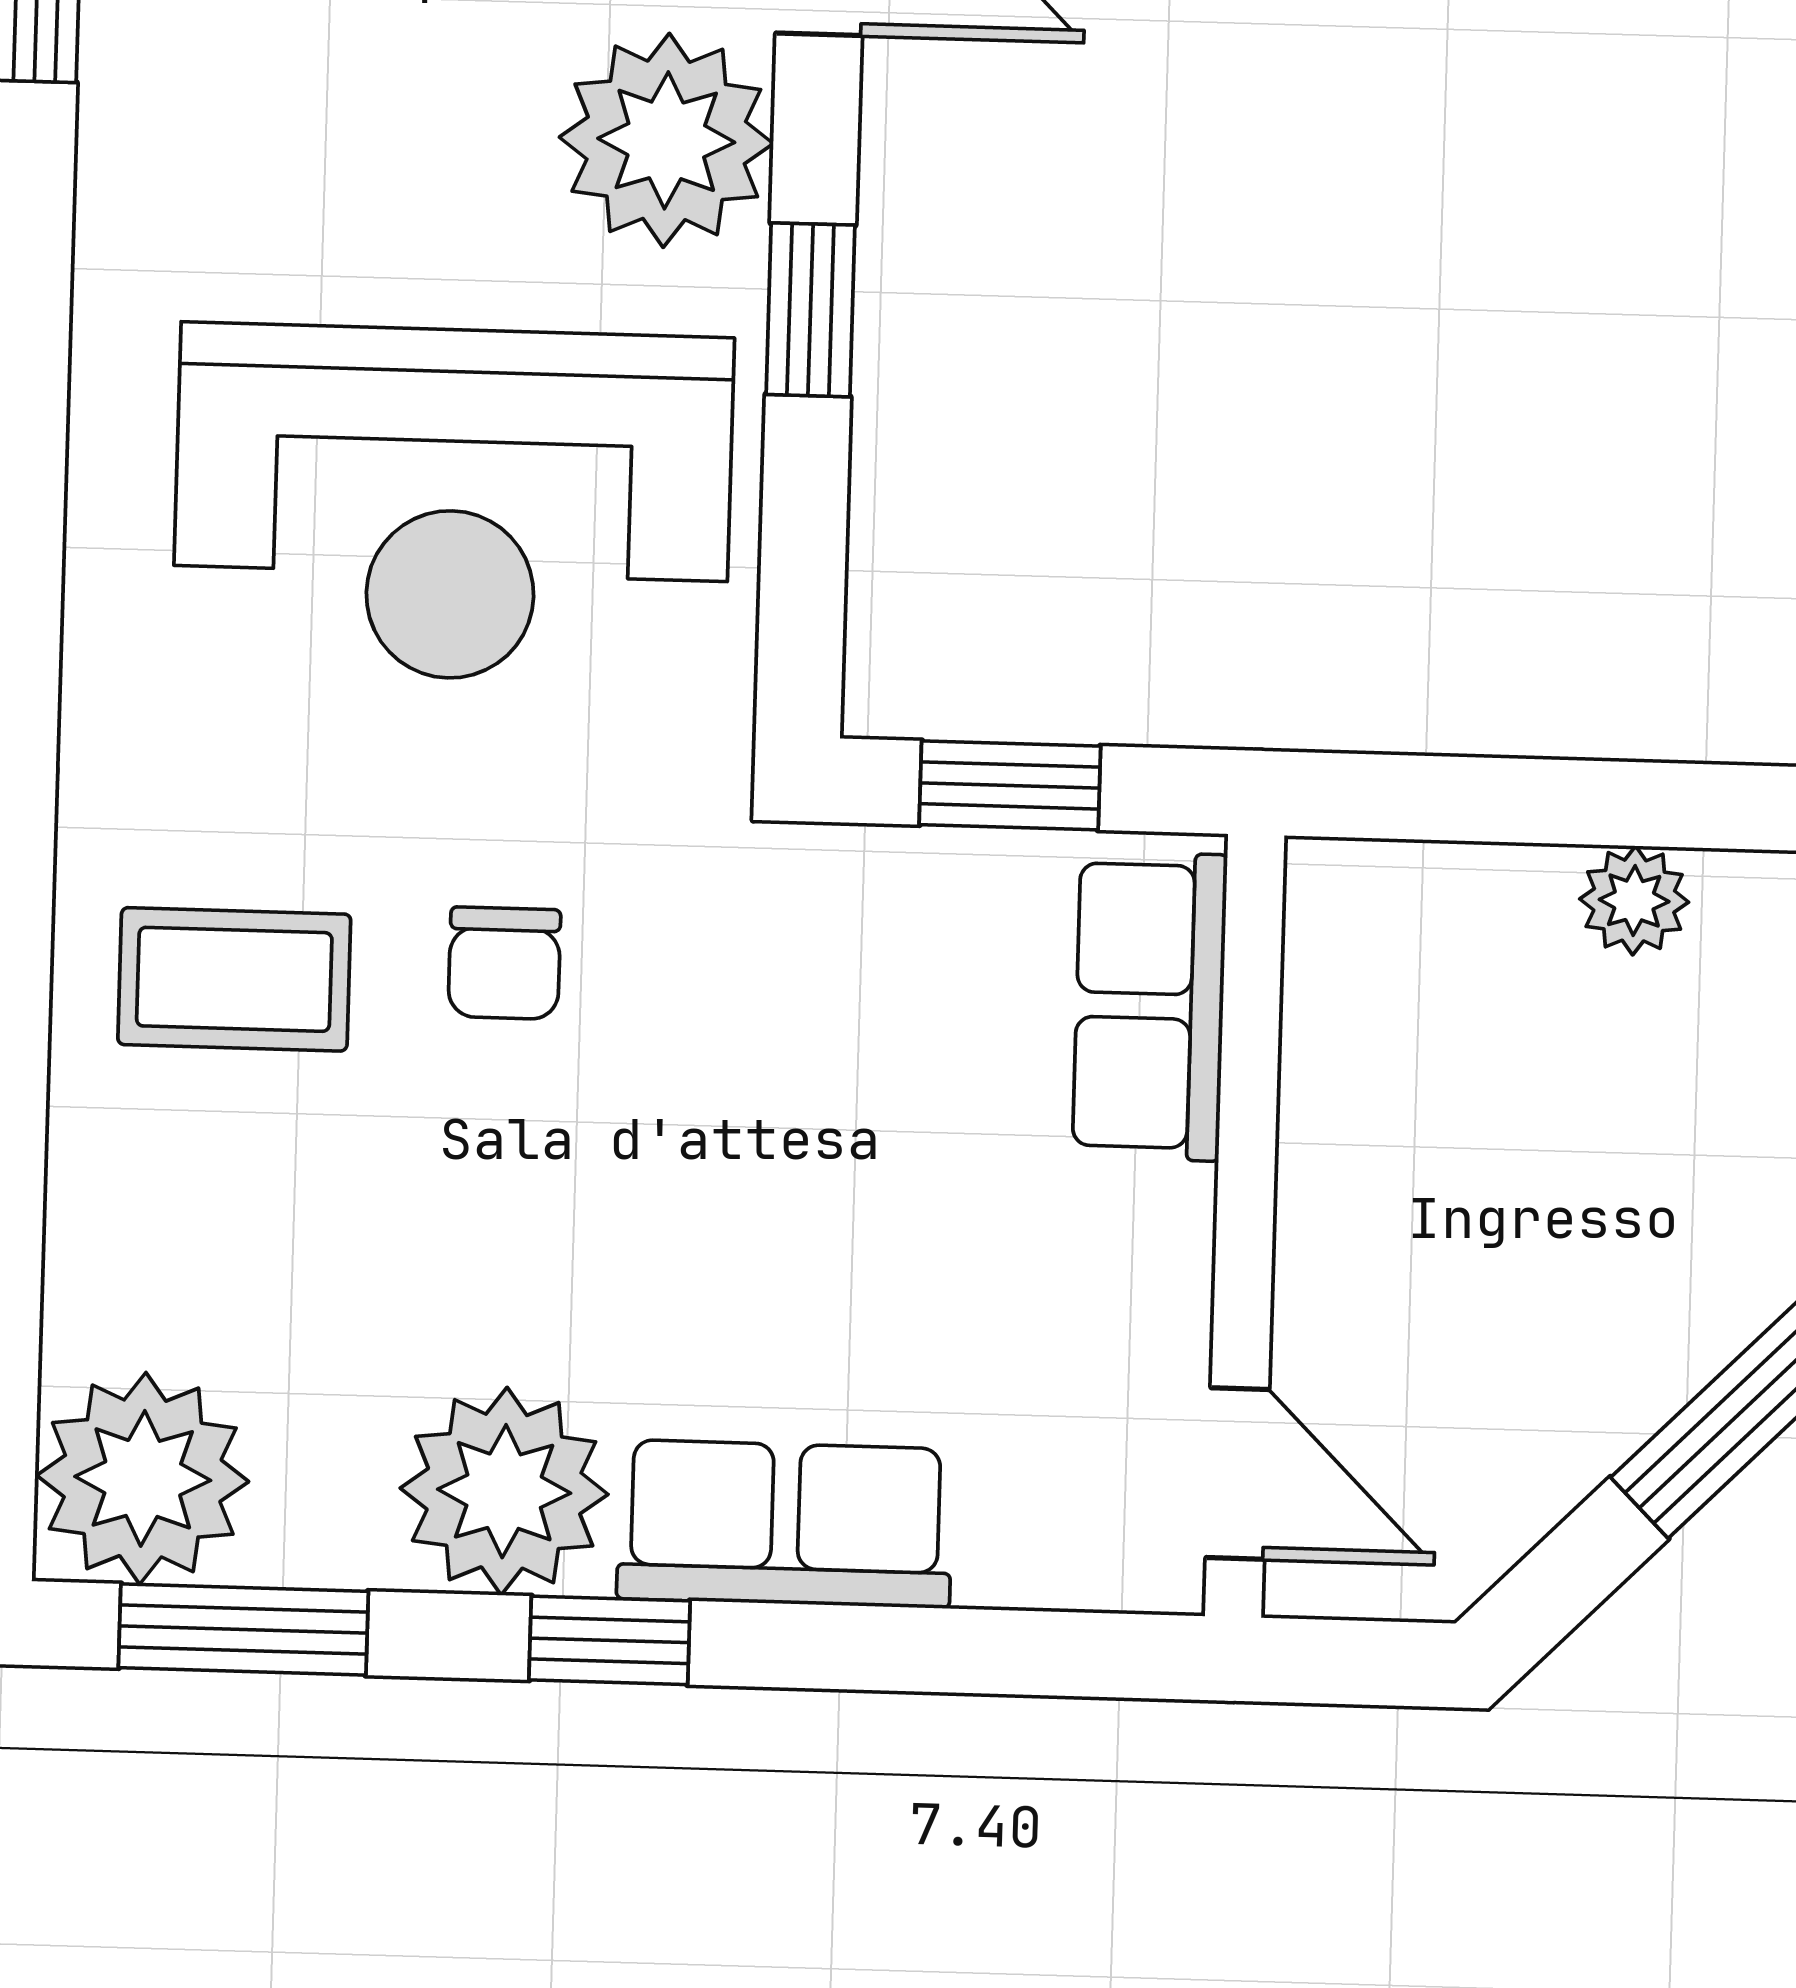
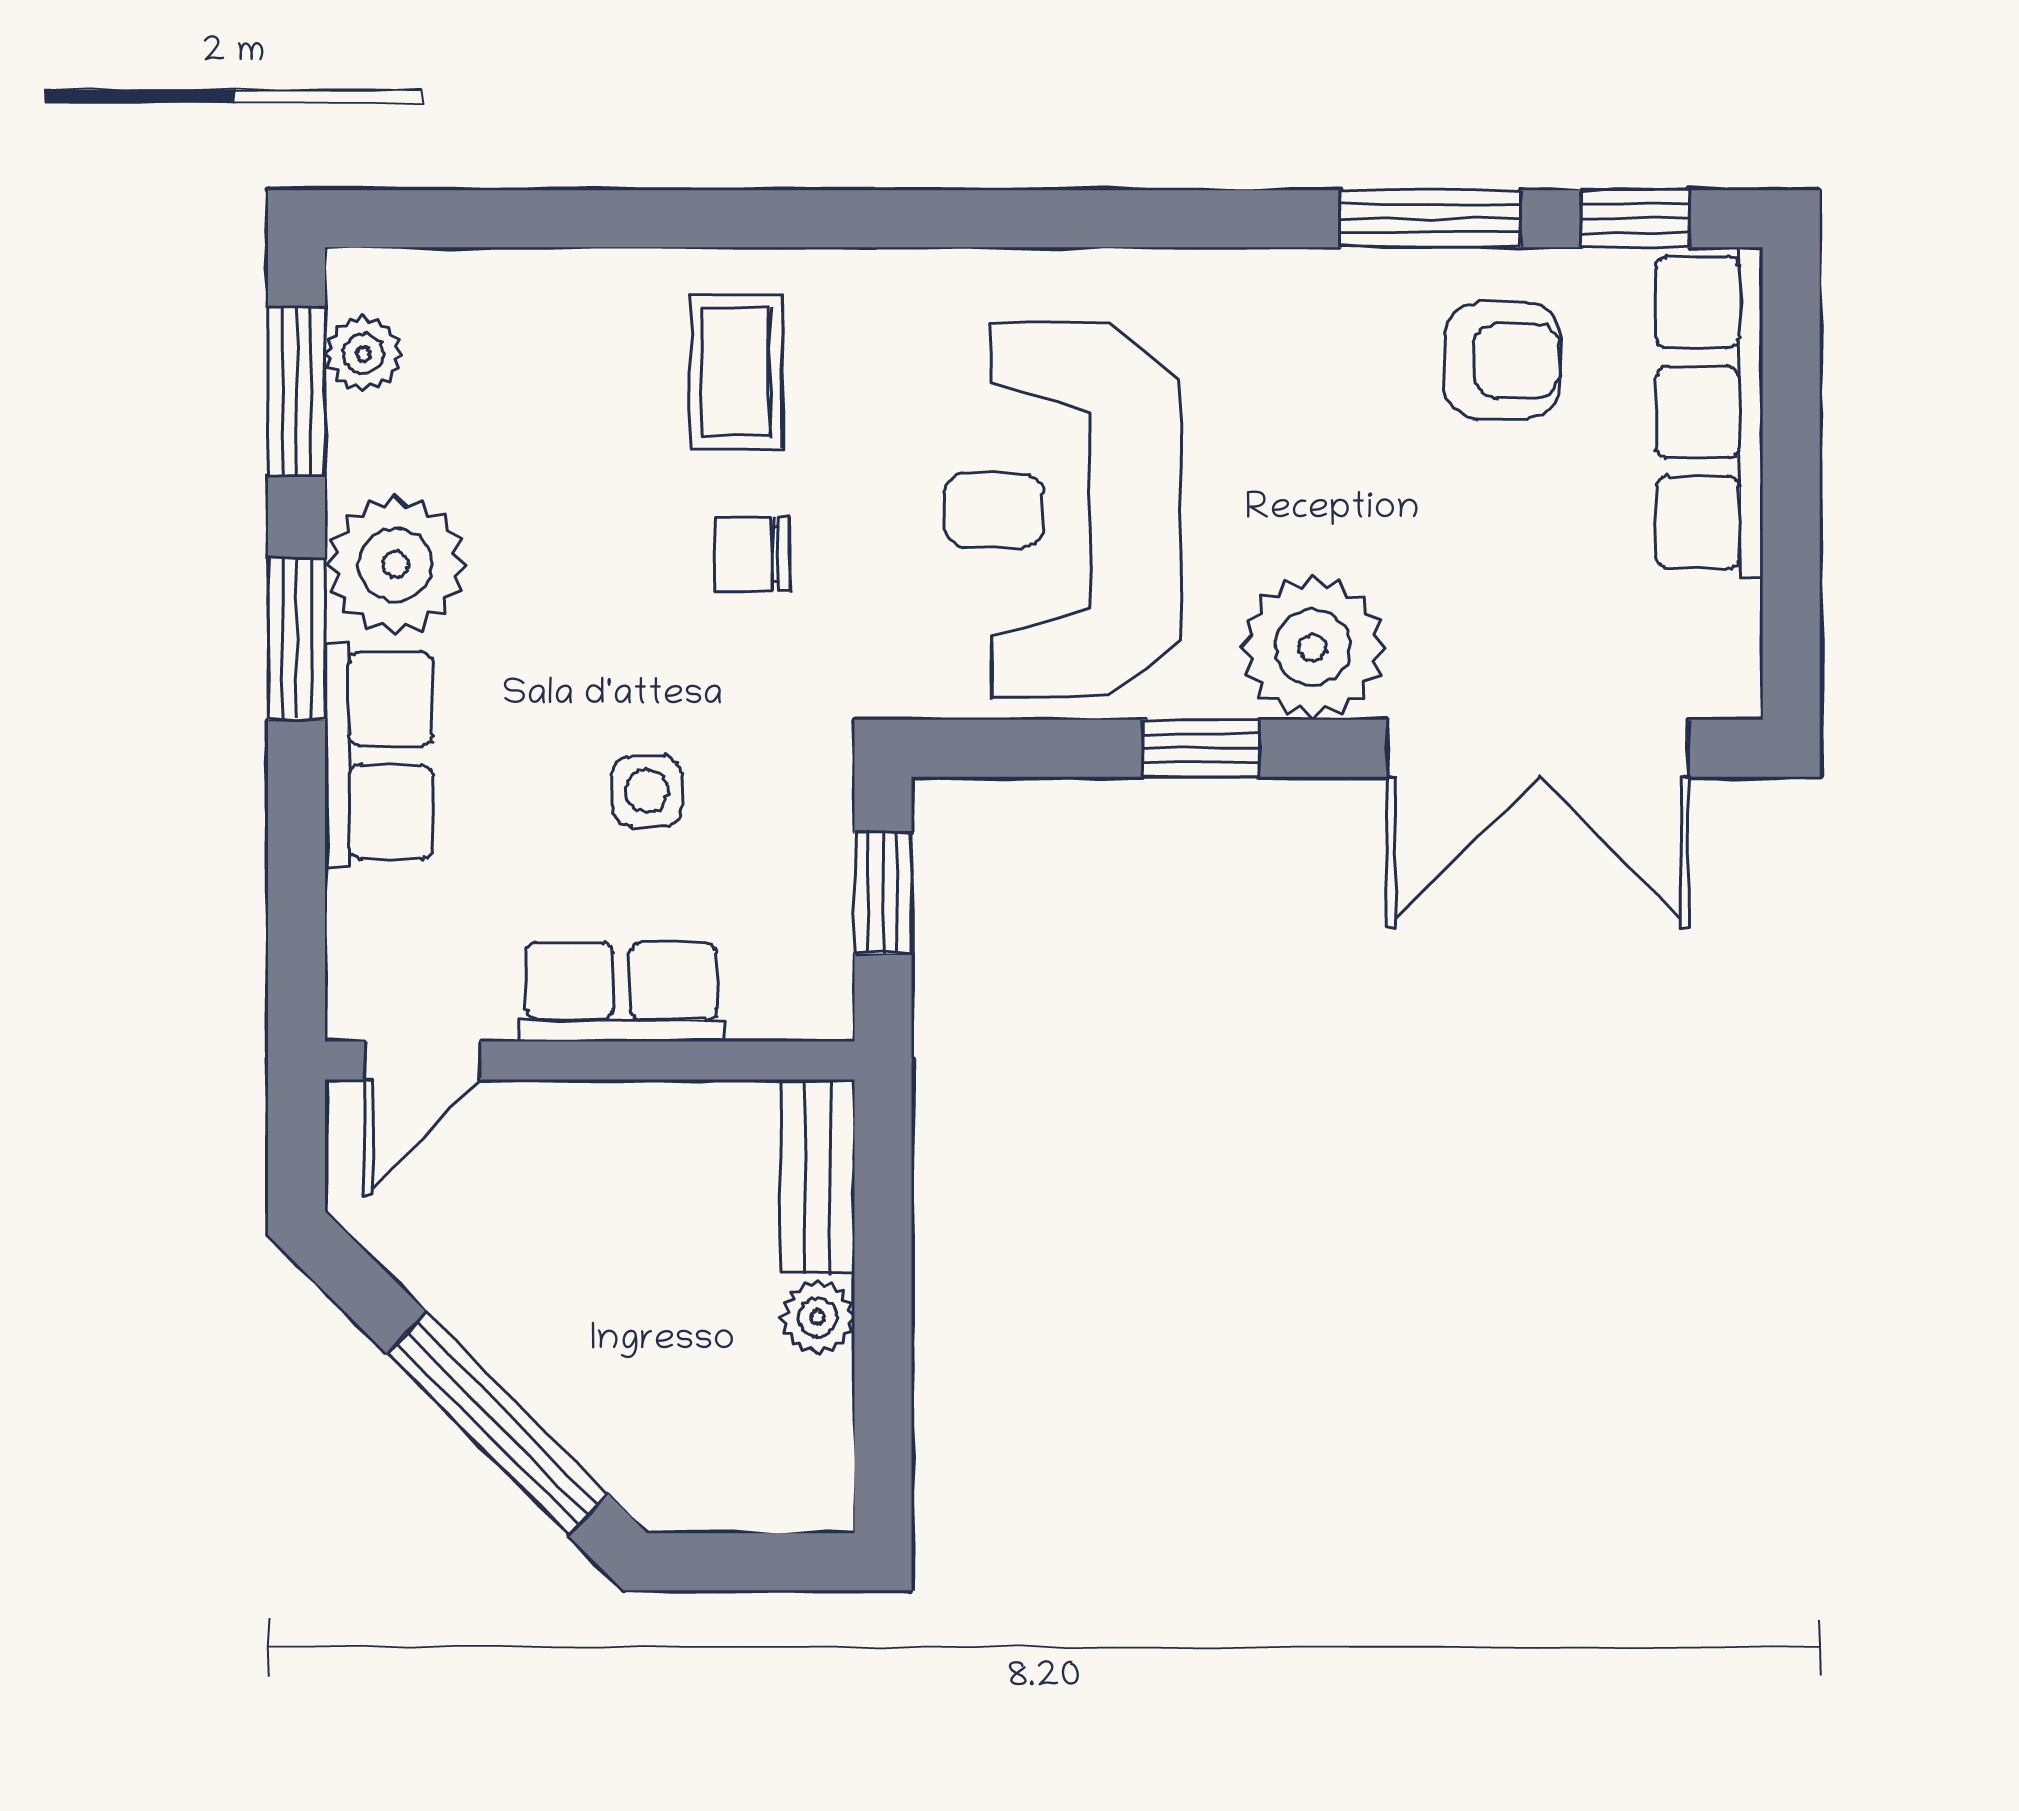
bench: (1425, 894) -> (818, 1176), added
row of seats: (1150, 1006) -> (622, 992), moved
side table: (849, 1130) -> (647, 791), added
plant: (143, 1478) -> (363, 354), width x0.53, depth x0.53
window: (609, 1640) -> (297, 639), width x1.50

